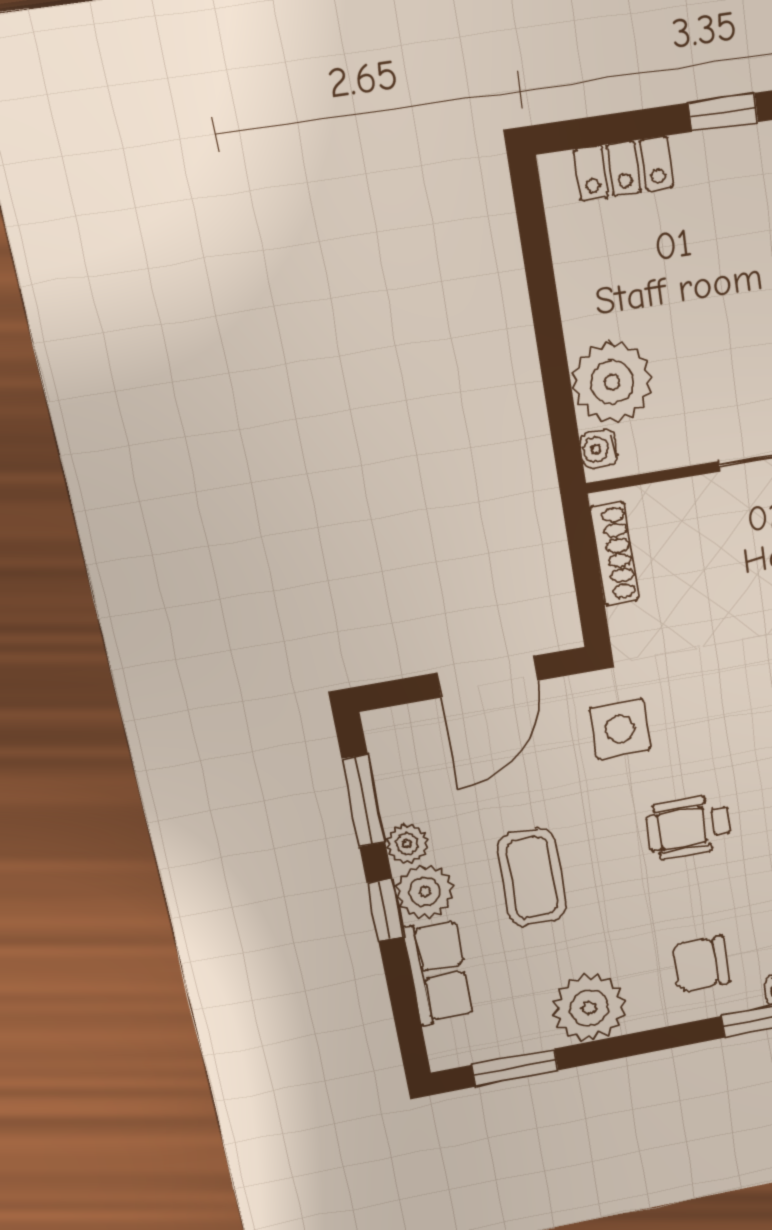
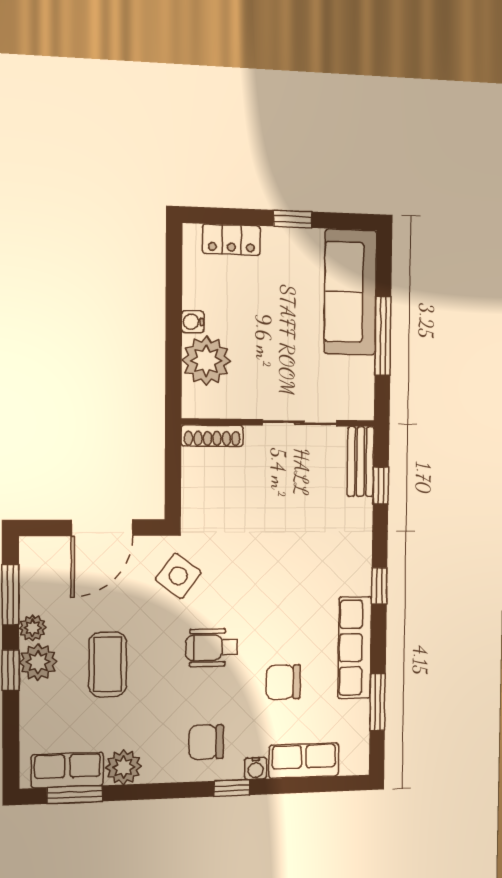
water cooler: (599, 449) -> (193, 322), moved
shoe rack: (614, 554) -> (212, 436), moved, turned 90
side table: (620, 729) -> (178, 576), turned 37
row of seats: (438, 972) -> (67, 770), moved, turned -90
plant: (589, 1008) -> (124, 767), width x0.73, depth x0.73

